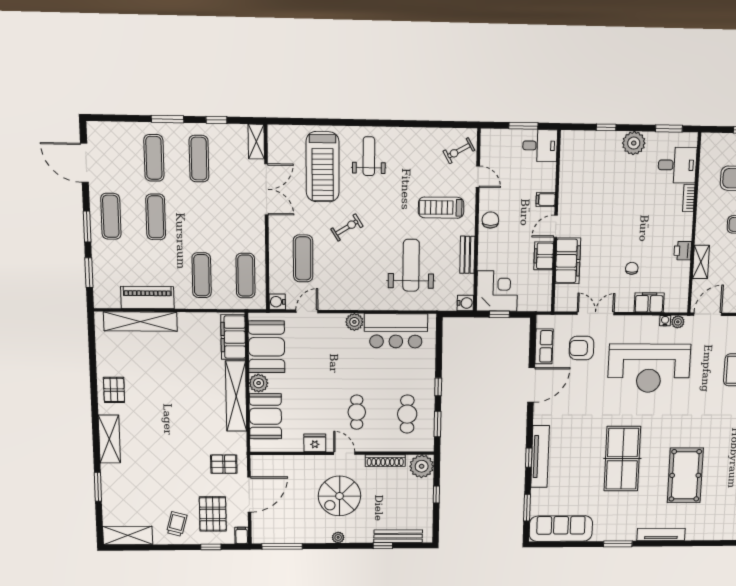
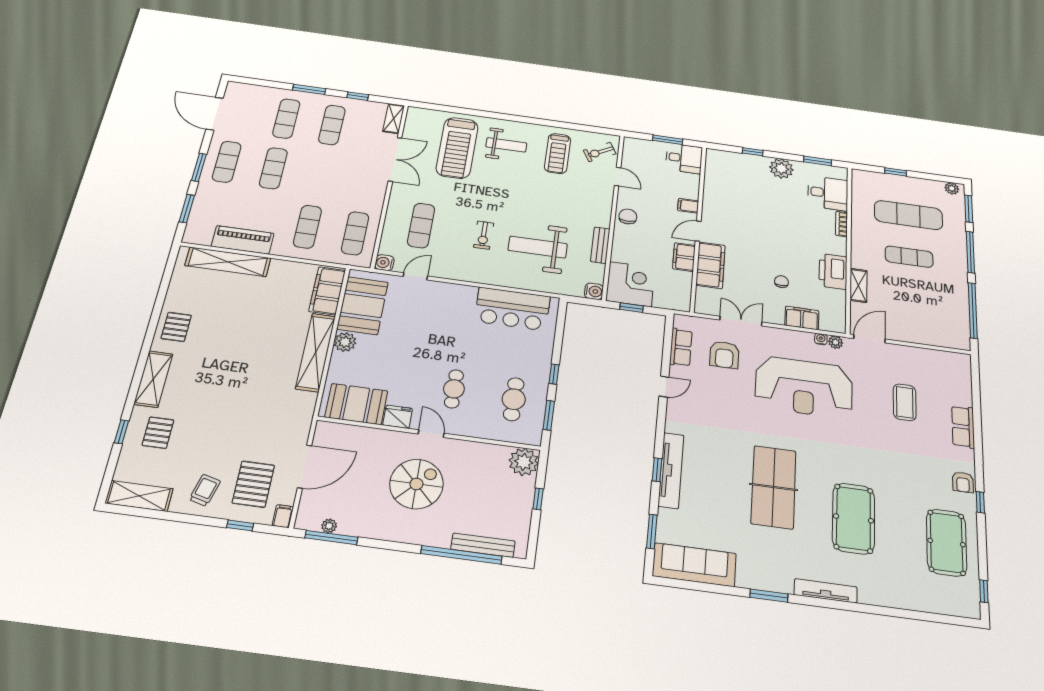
weight bench: (369, 156) -> (506, 145), turned 90
treadmill: (441, 208) -> (558, 153), moved, turned -90
exercise bike: (347, 228) -> (484, 235), moved, turned 122
printer: (683, 251) -> (833, 271), width x1.87, depth x1.48
weight bench: (411, 265) -> (538, 247), turned -90
plant: (354, 322) -> (467, 294), removed
armchair: (582, 348) -> (724, 355), turned -90
door: (531, 385) -> (664, 387), width x0.53
booth: (265, 416) -> (356, 404), moved, turned 90
shoe rack: (385, 461) -> (480, 449), removed
pallet: (224, 464) -> (158, 433), moved, turned 90
window: (98, 487) -> (121, 432), width x0.67
spiral stairs: (340, 496) -> (416, 484), turned 180
plant: (338, 537) -> (329, 526), moved
window: (383, 546) -> (461, 555), width x3.17

